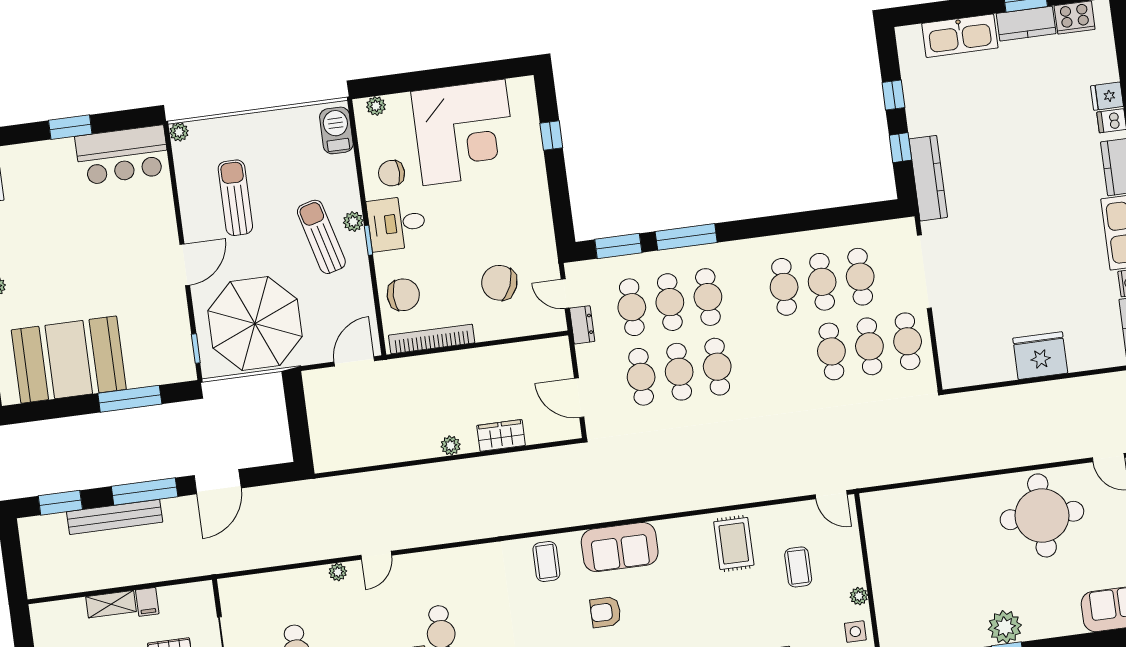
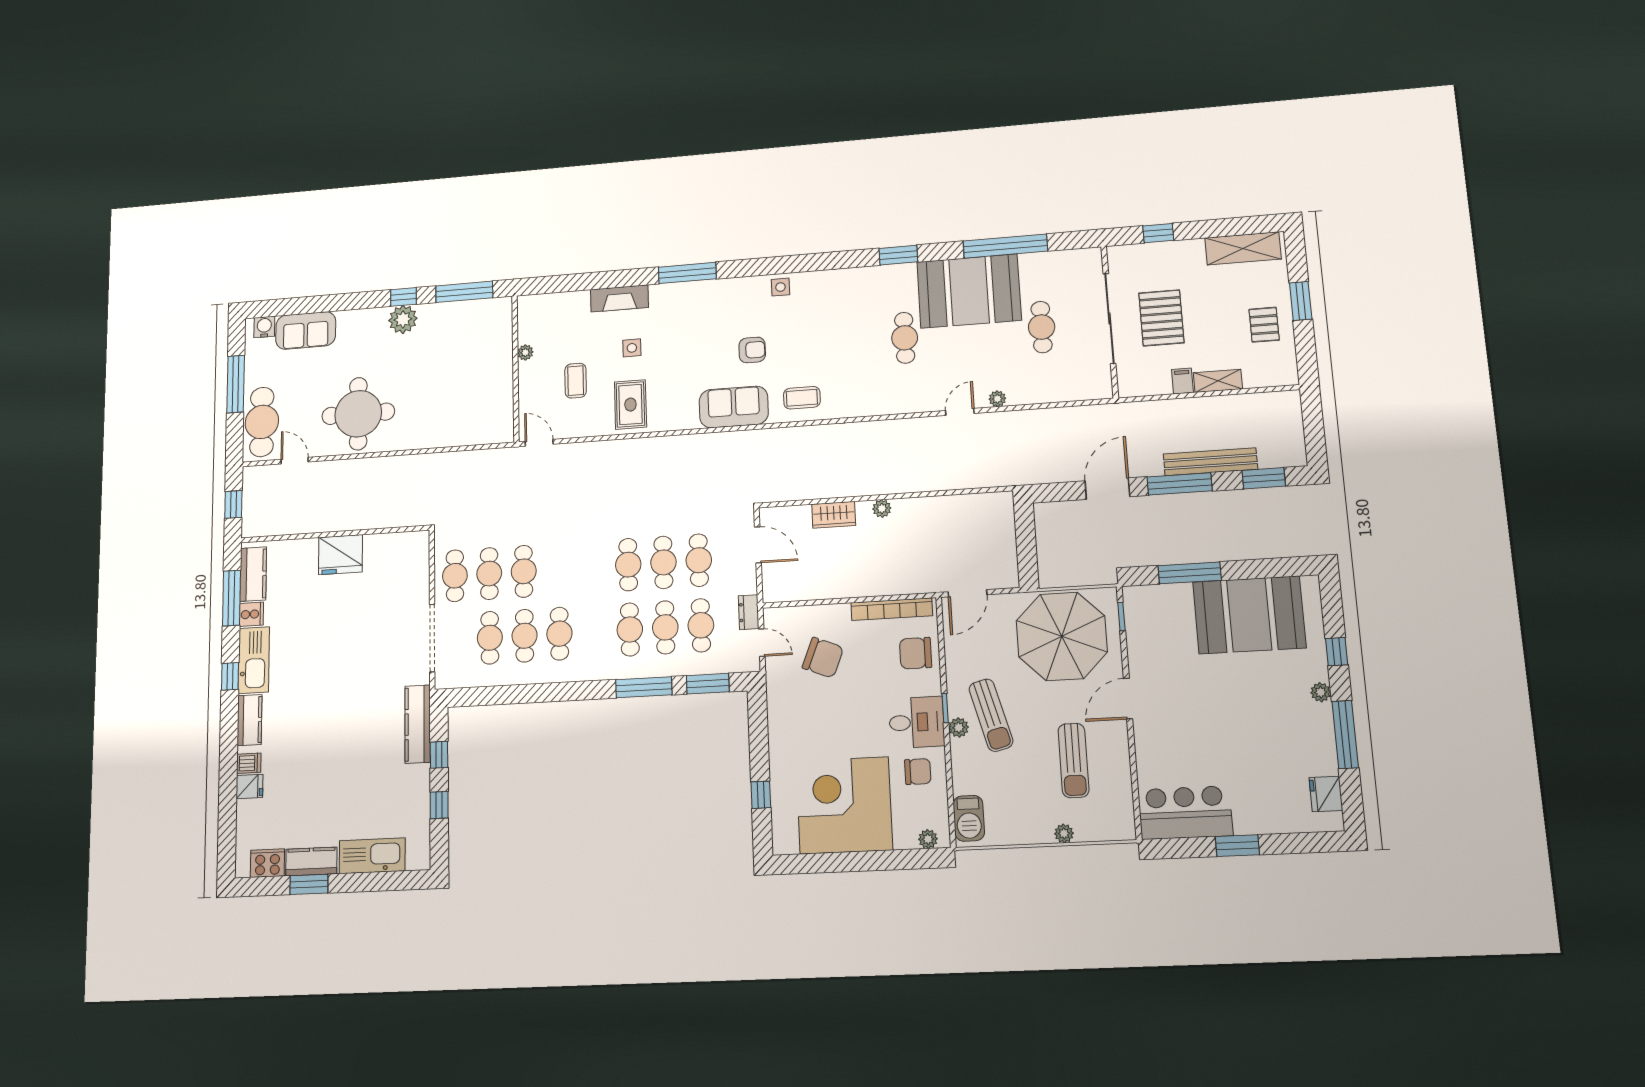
plant: (179, 132) -> (1064, 833), moved
coffee table: (546, 561) -> (802, 398), turned 90
side table: (855, 632) -> (632, 348), moved

